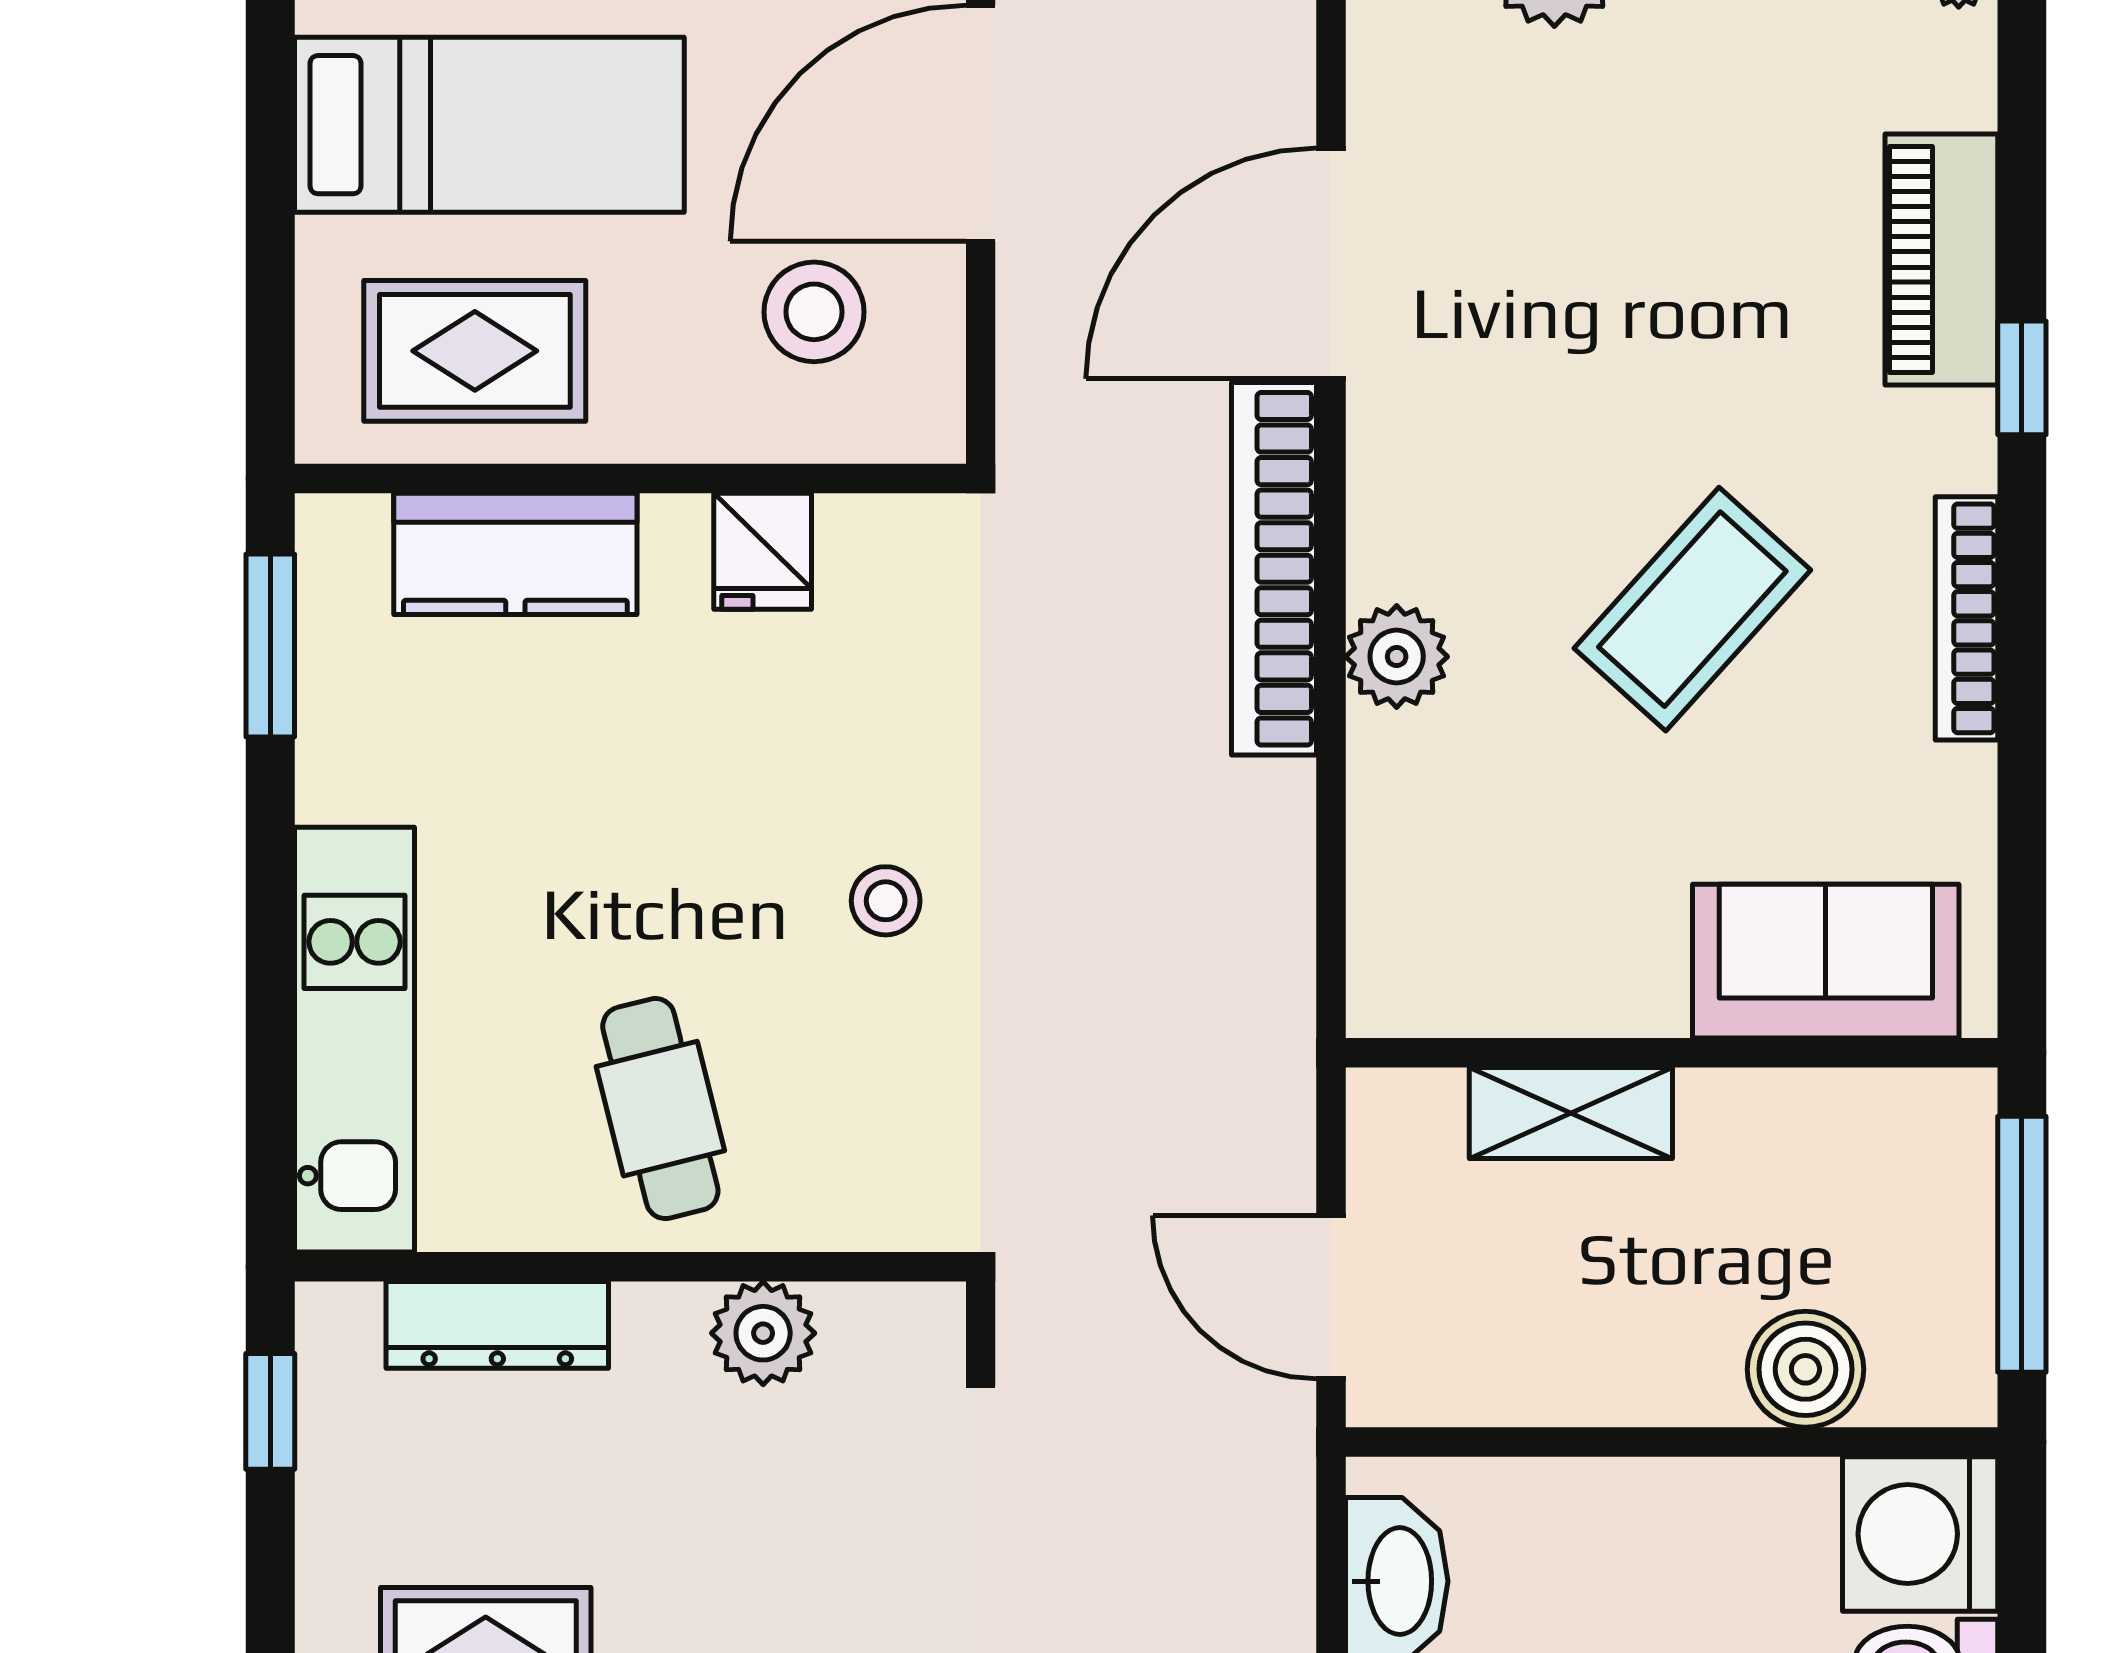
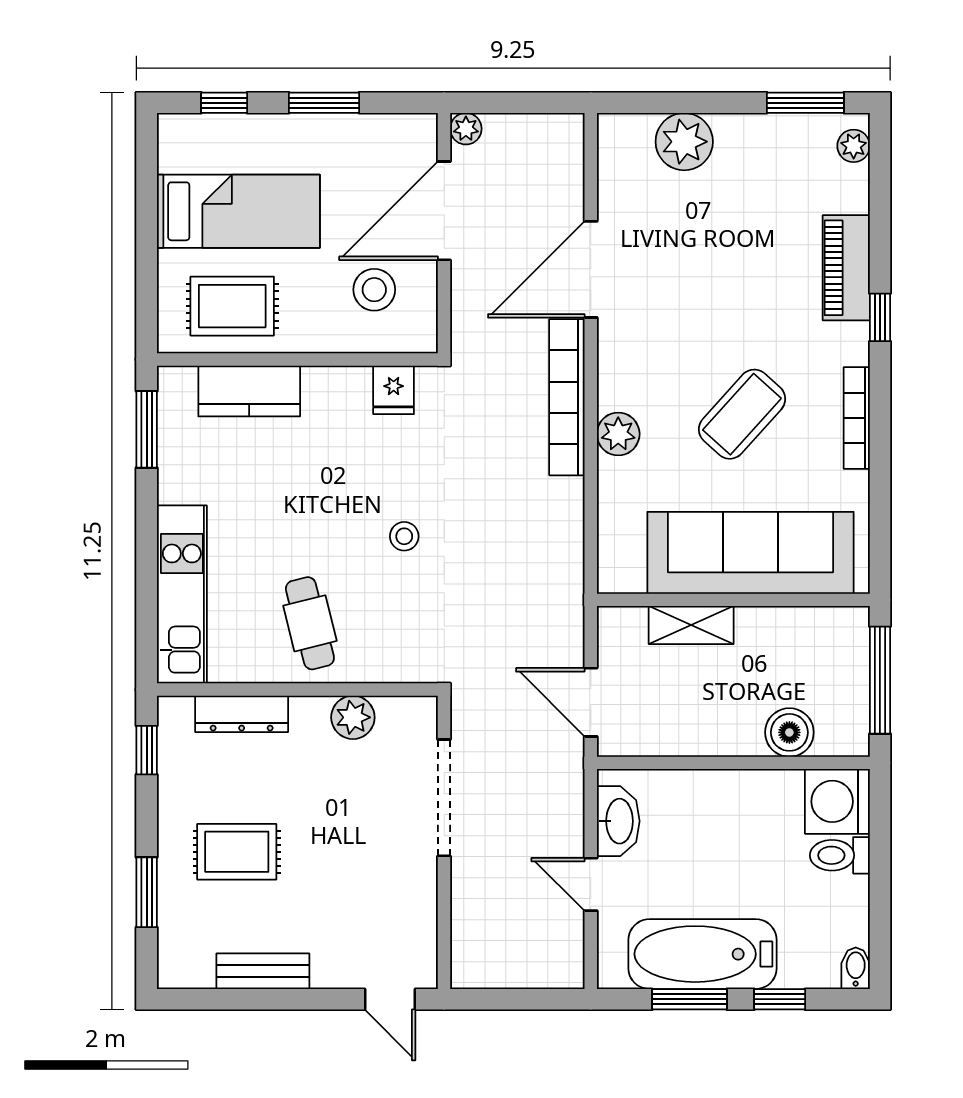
fridge: (763, 551) -> (394, 390), moved
sofa: (1826, 961) -> (751, 553), width x1.85, depth x1.27

